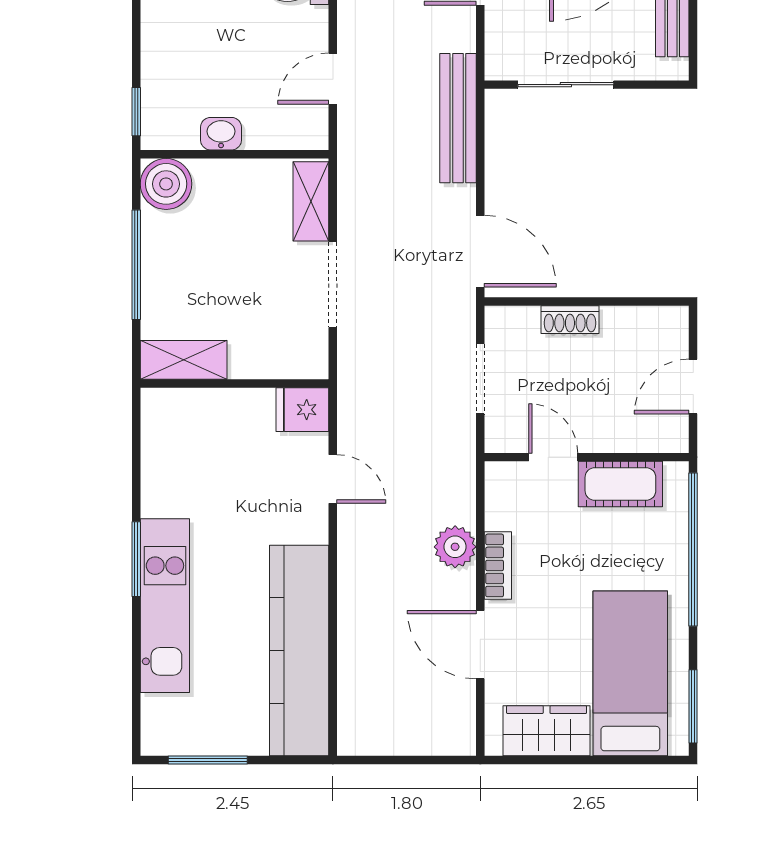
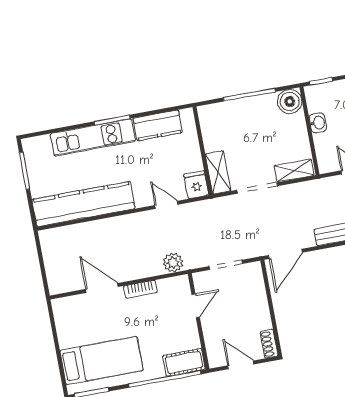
shoe rack: (570, 320) -> (269, 344), moved
shelving: (184, 360) -> (218, 172), moved
kitchen counter: (165, 467) -> (158, 125), added
door: (333, 479) -> (166, 205), swing flipped
cot: (620, 484) -> (184, 362), moved, turned 90
plant: (455, 547) -> (173, 263), moved
door: (480, 645) -> (102, 288), hinge flipped
wardrobe: (547, 731) -> (67, 326), removed

